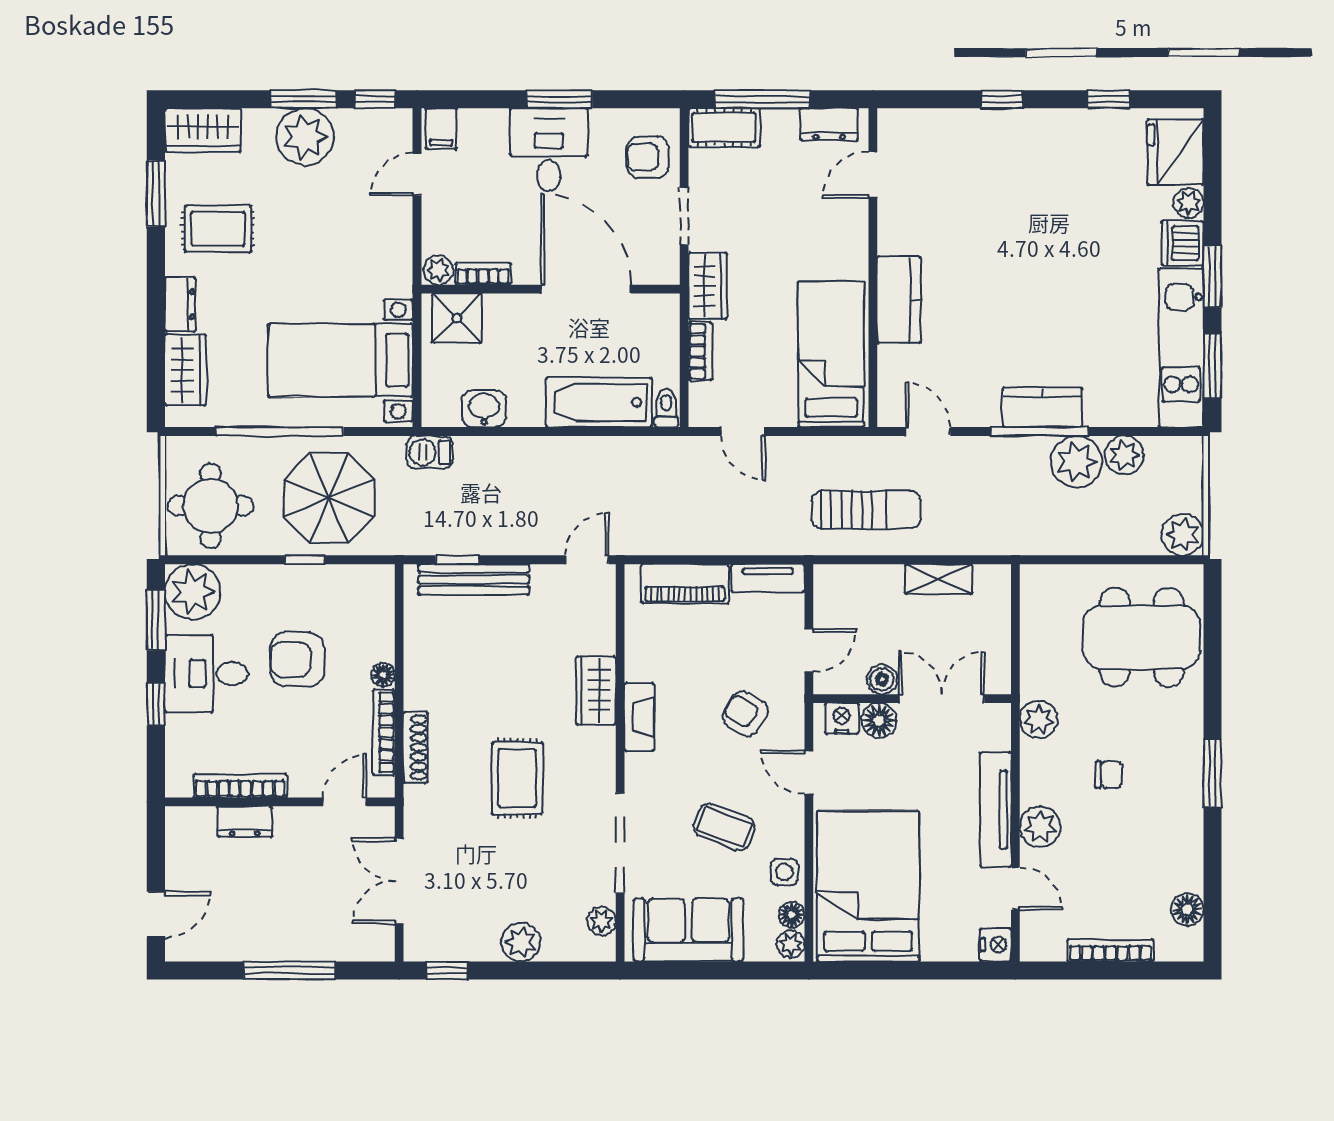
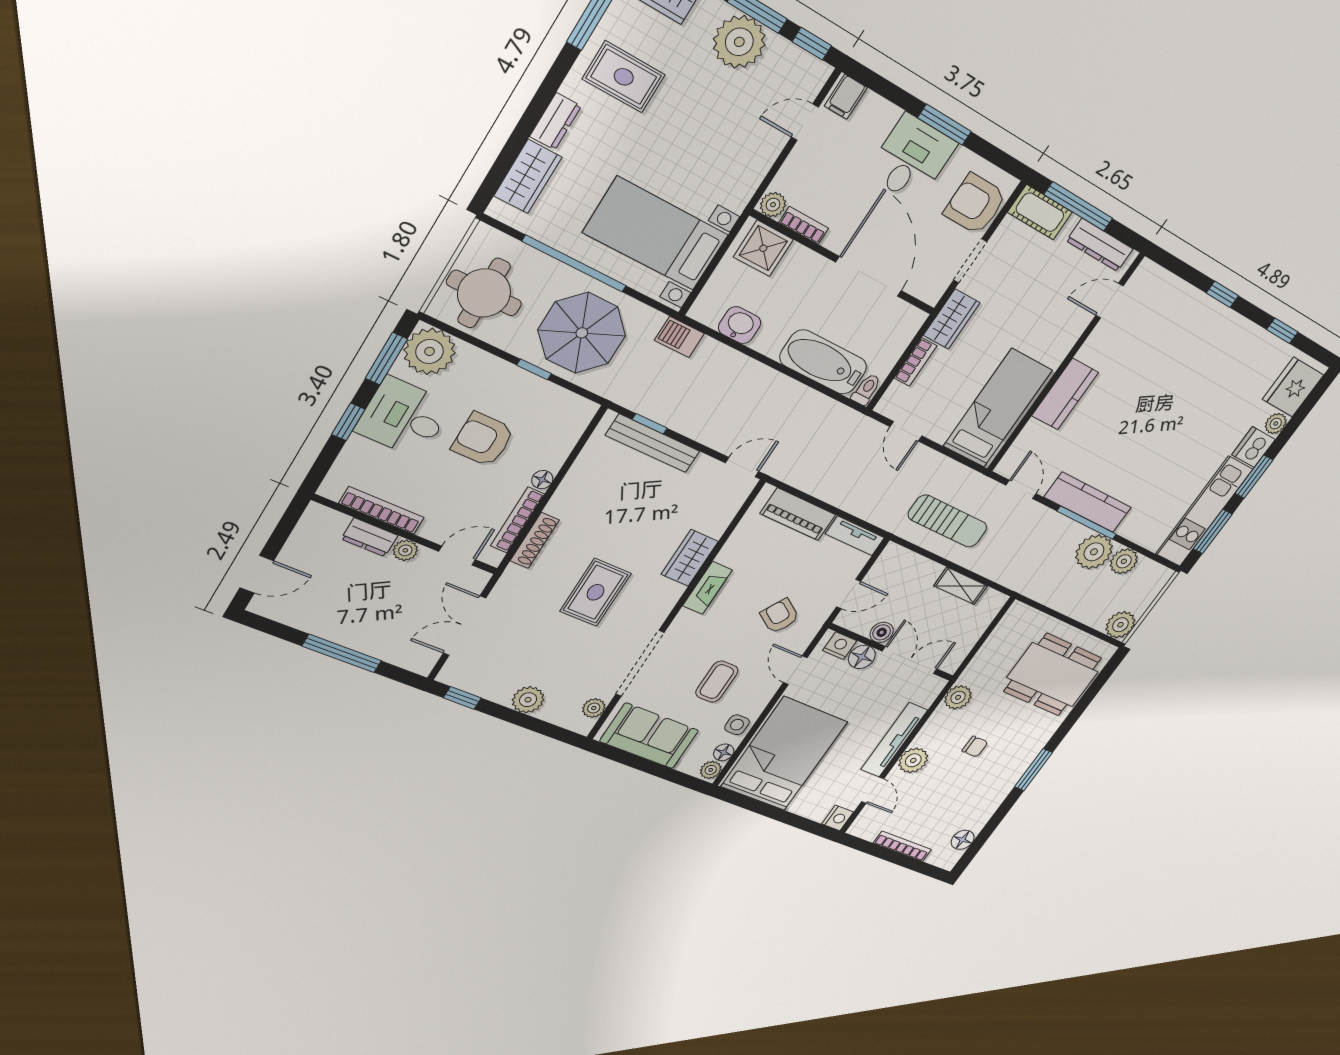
dresser: (829, 124) -> (1100, 245), width x1.44
armchair: (648, 157) -> (975, 204), width x1.38, depth x1.38
kitchen counter: (1042, 407) -> (1088, 502), width x1.50
plant: (289, 820) -> (405, 550), added
coffee table: (724, 827) -> (717, 682), turned 70

